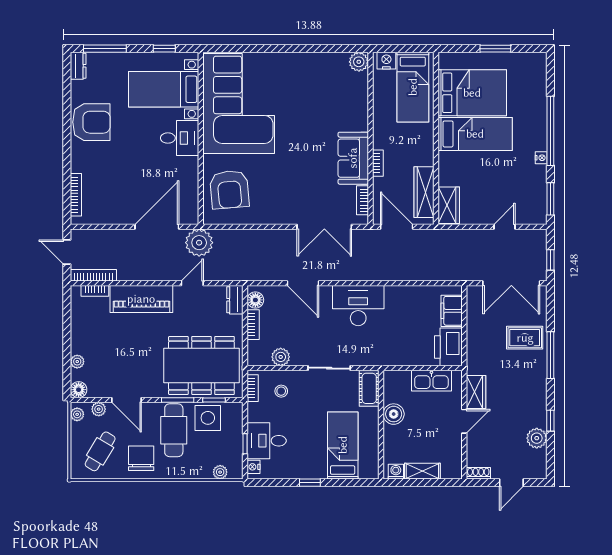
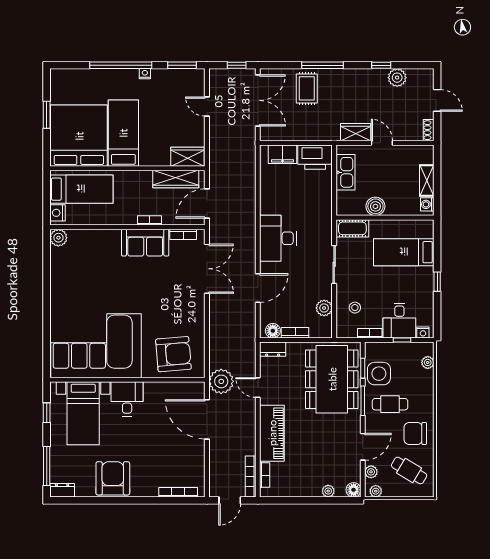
bed: (472, 93) -> (79, 136), width x1.36
bookcase: (253, 388) -> (370, 333), moved
cafe table: (174, 430) -> (390, 404), width x0.73, depth x0.74

